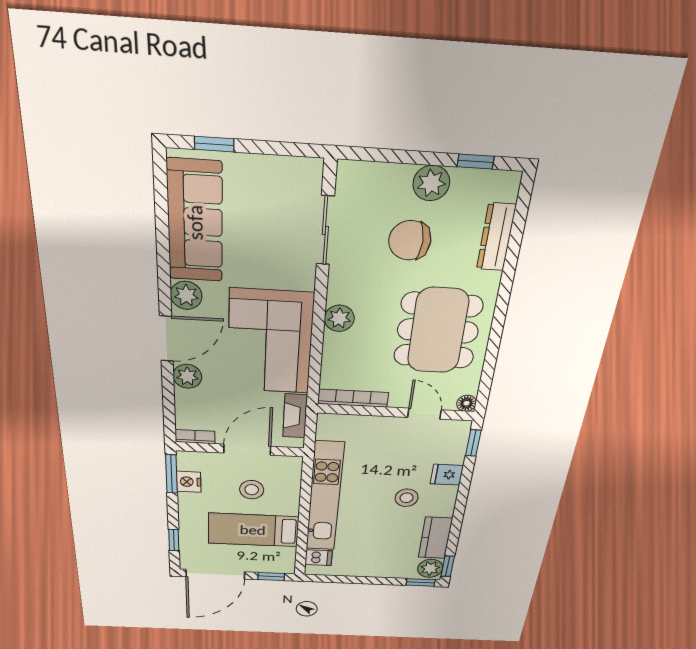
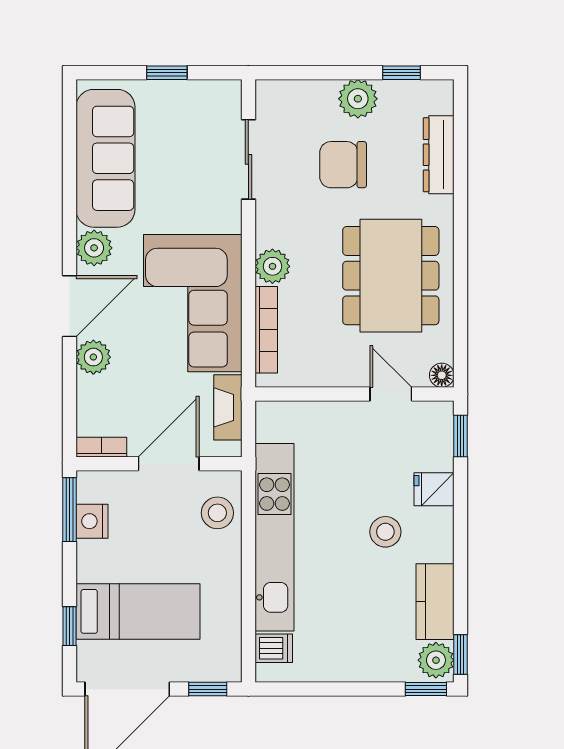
window: (214, 144) -> (167, 73), moved
bookcase: (353, 398) -> (266, 330), moved, turned 90
stool: (252, 490) -> (217, 513), moved
bed: (253, 530) -> (138, 611), moved, turned 180

